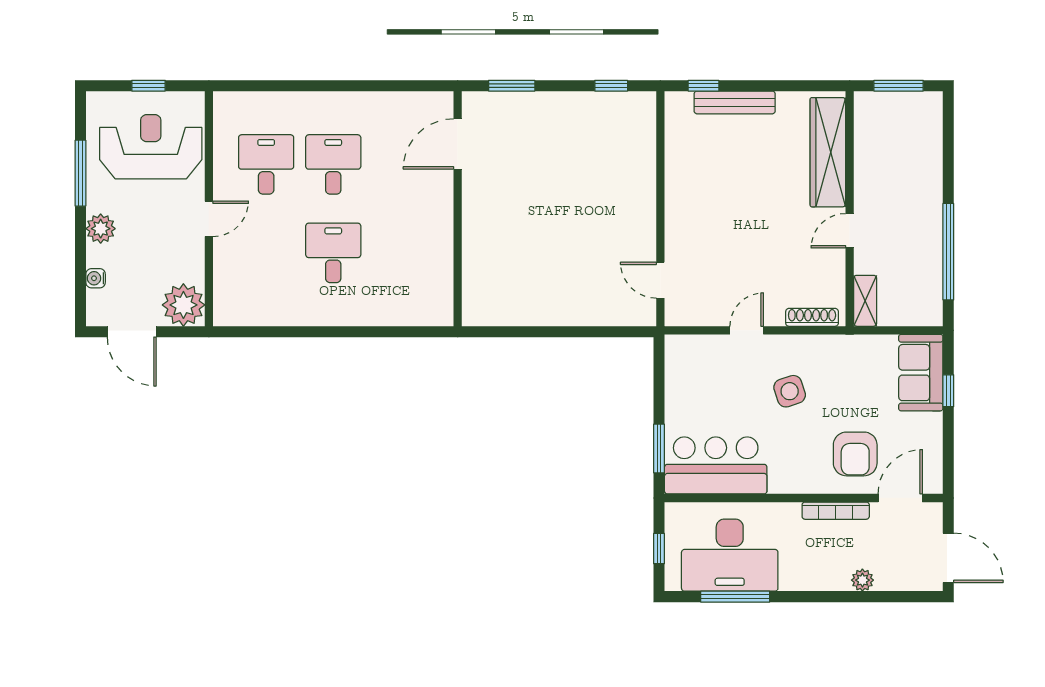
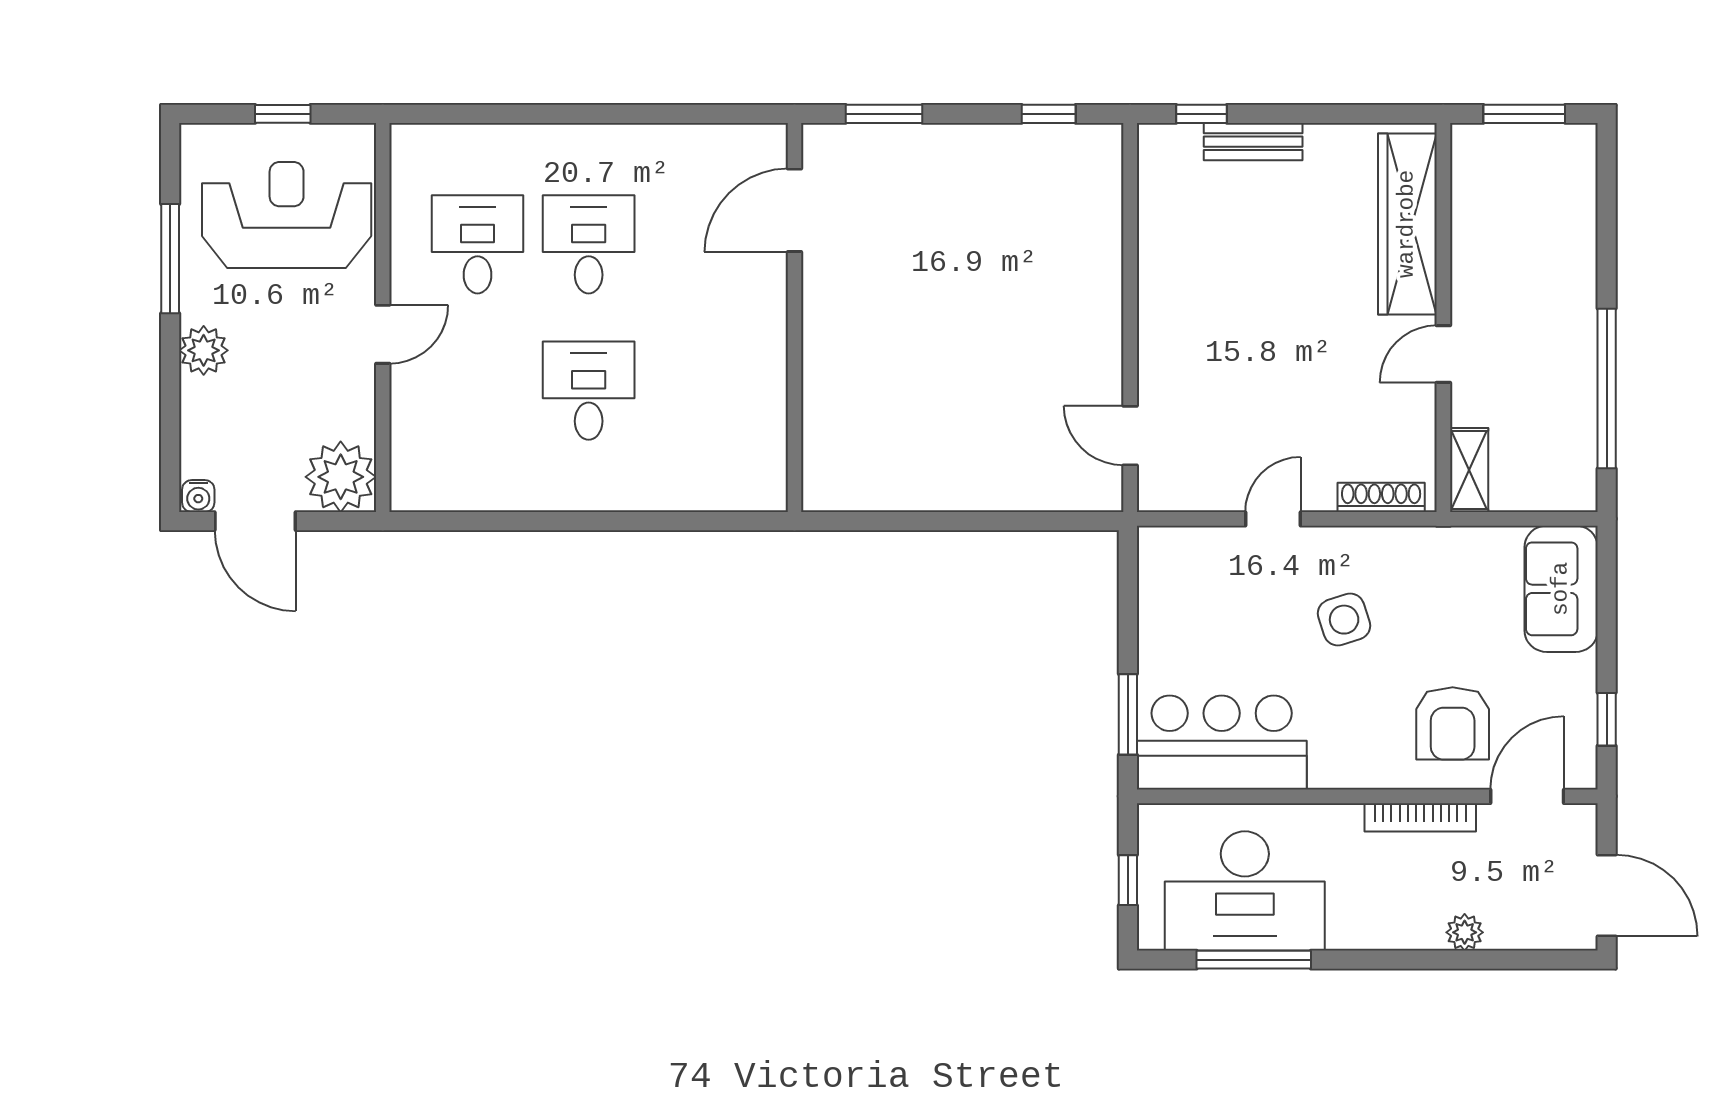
bench: (735, 102) -> (1253, 142), width x0.73
water cooler: (96, 278) -> (198, 496), moved, turned -90
window: (948, 391) -> (1607, 719), moved

